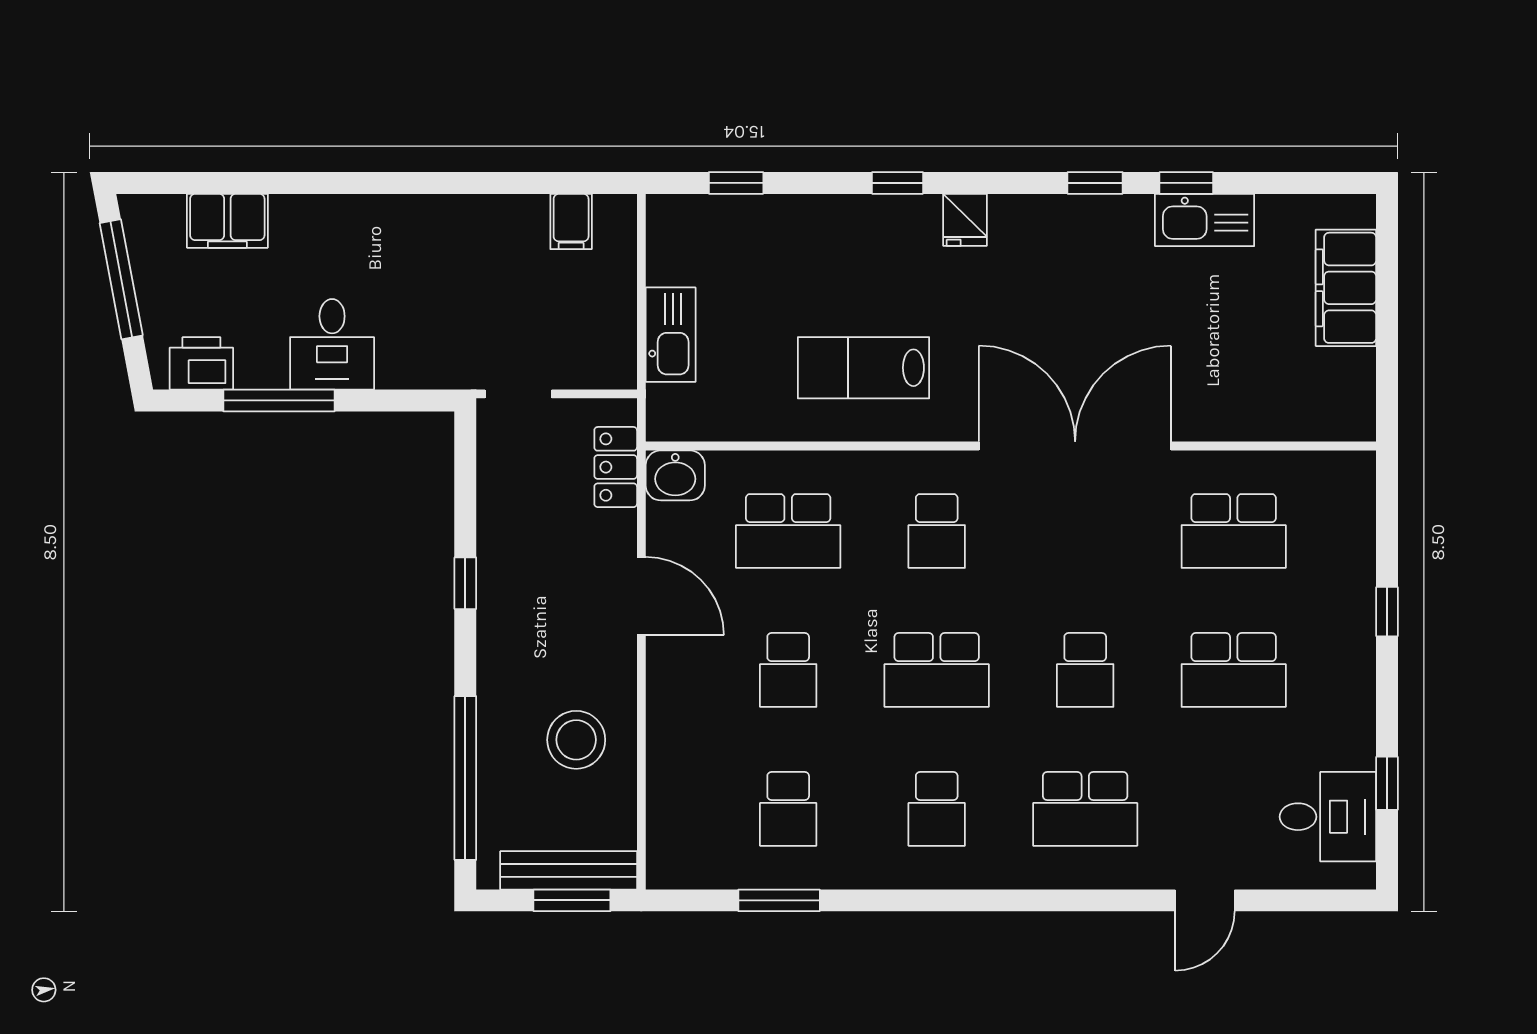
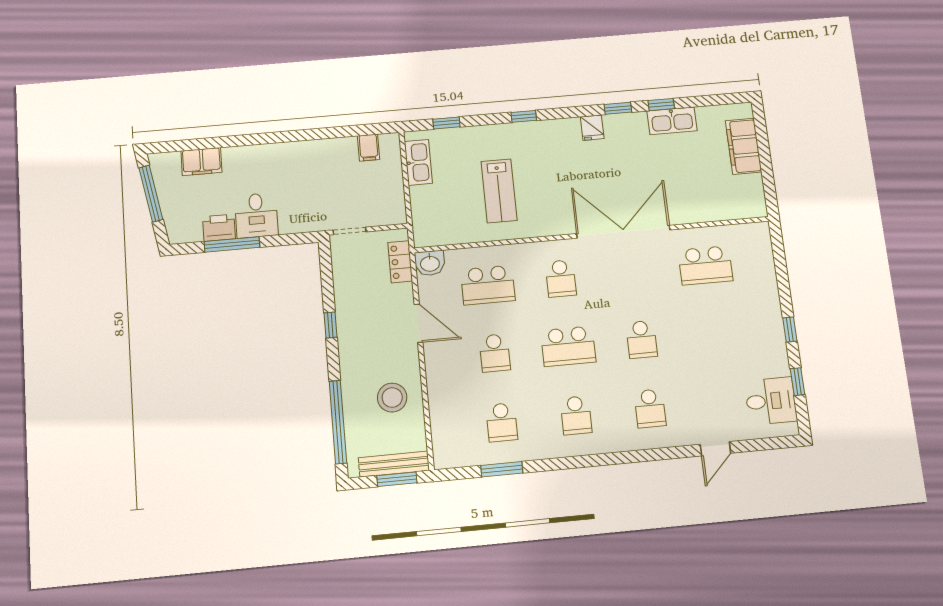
fridge: (965, 220) -> (592, 128), moved
kitchen sink: (671, 335) -> (418, 162), moved
printer: (201, 363) -> (219, 228), moved
lab bench: (864, 368) -> (499, 191), moved, turned -90
window: (1387, 612) -> (790, 329), moved
school desk: (1234, 670) -> (714, 333), removed
school desk: (1085, 809) -> (650, 408), width x0.54

